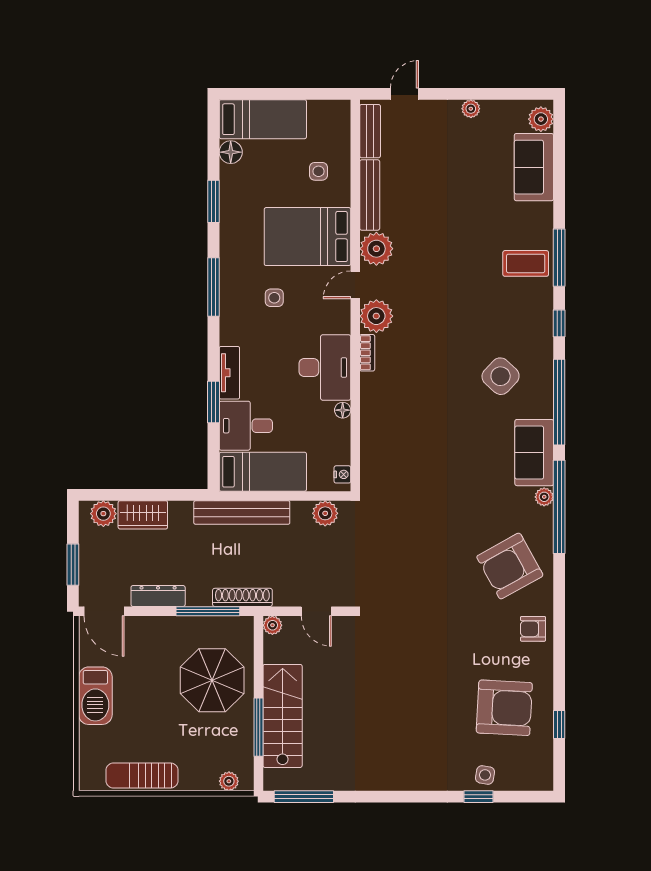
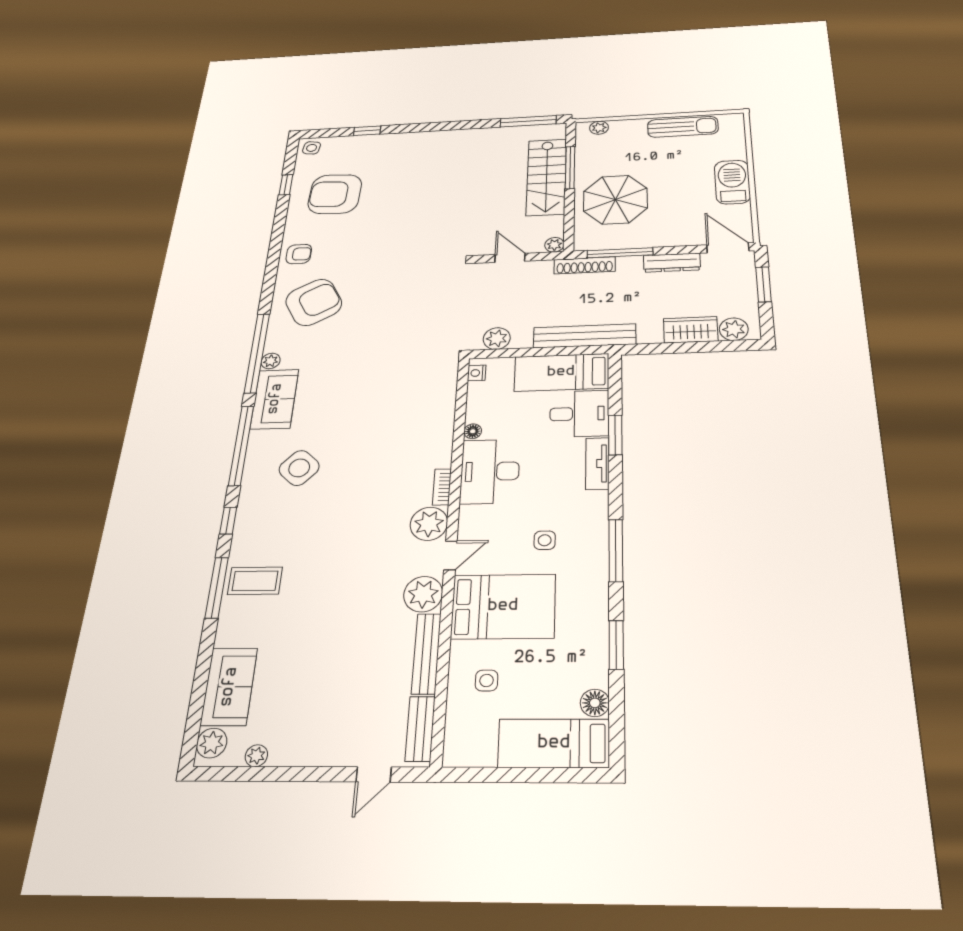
plant: (471, 109) -> (256, 756), moved
side table: (485, 775) -> (312, 148), moved

